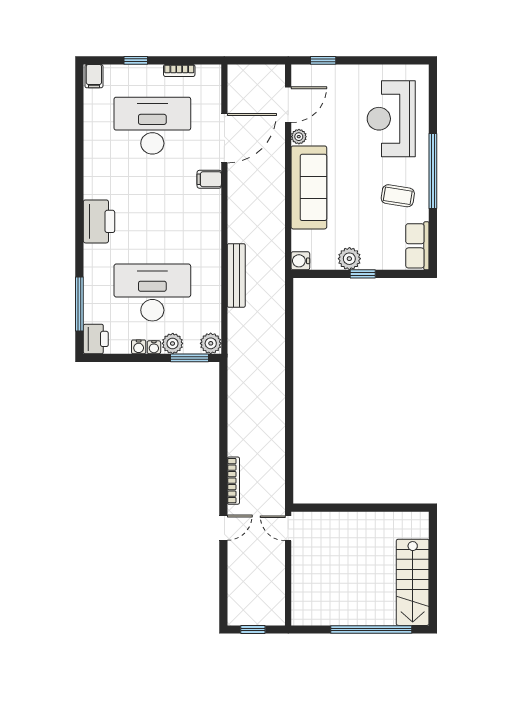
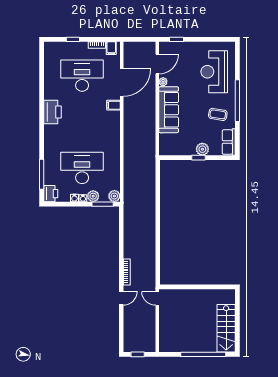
filing cabinet: (94, 76) -> (111, 48), moved
printer: (99, 221) -> (53, 112), moved
plant: (349, 259) -> (202, 149), moved
water cooler: (300, 261) -> (164, 150), removed
bench: (236, 275) -> (128, 158), removed

